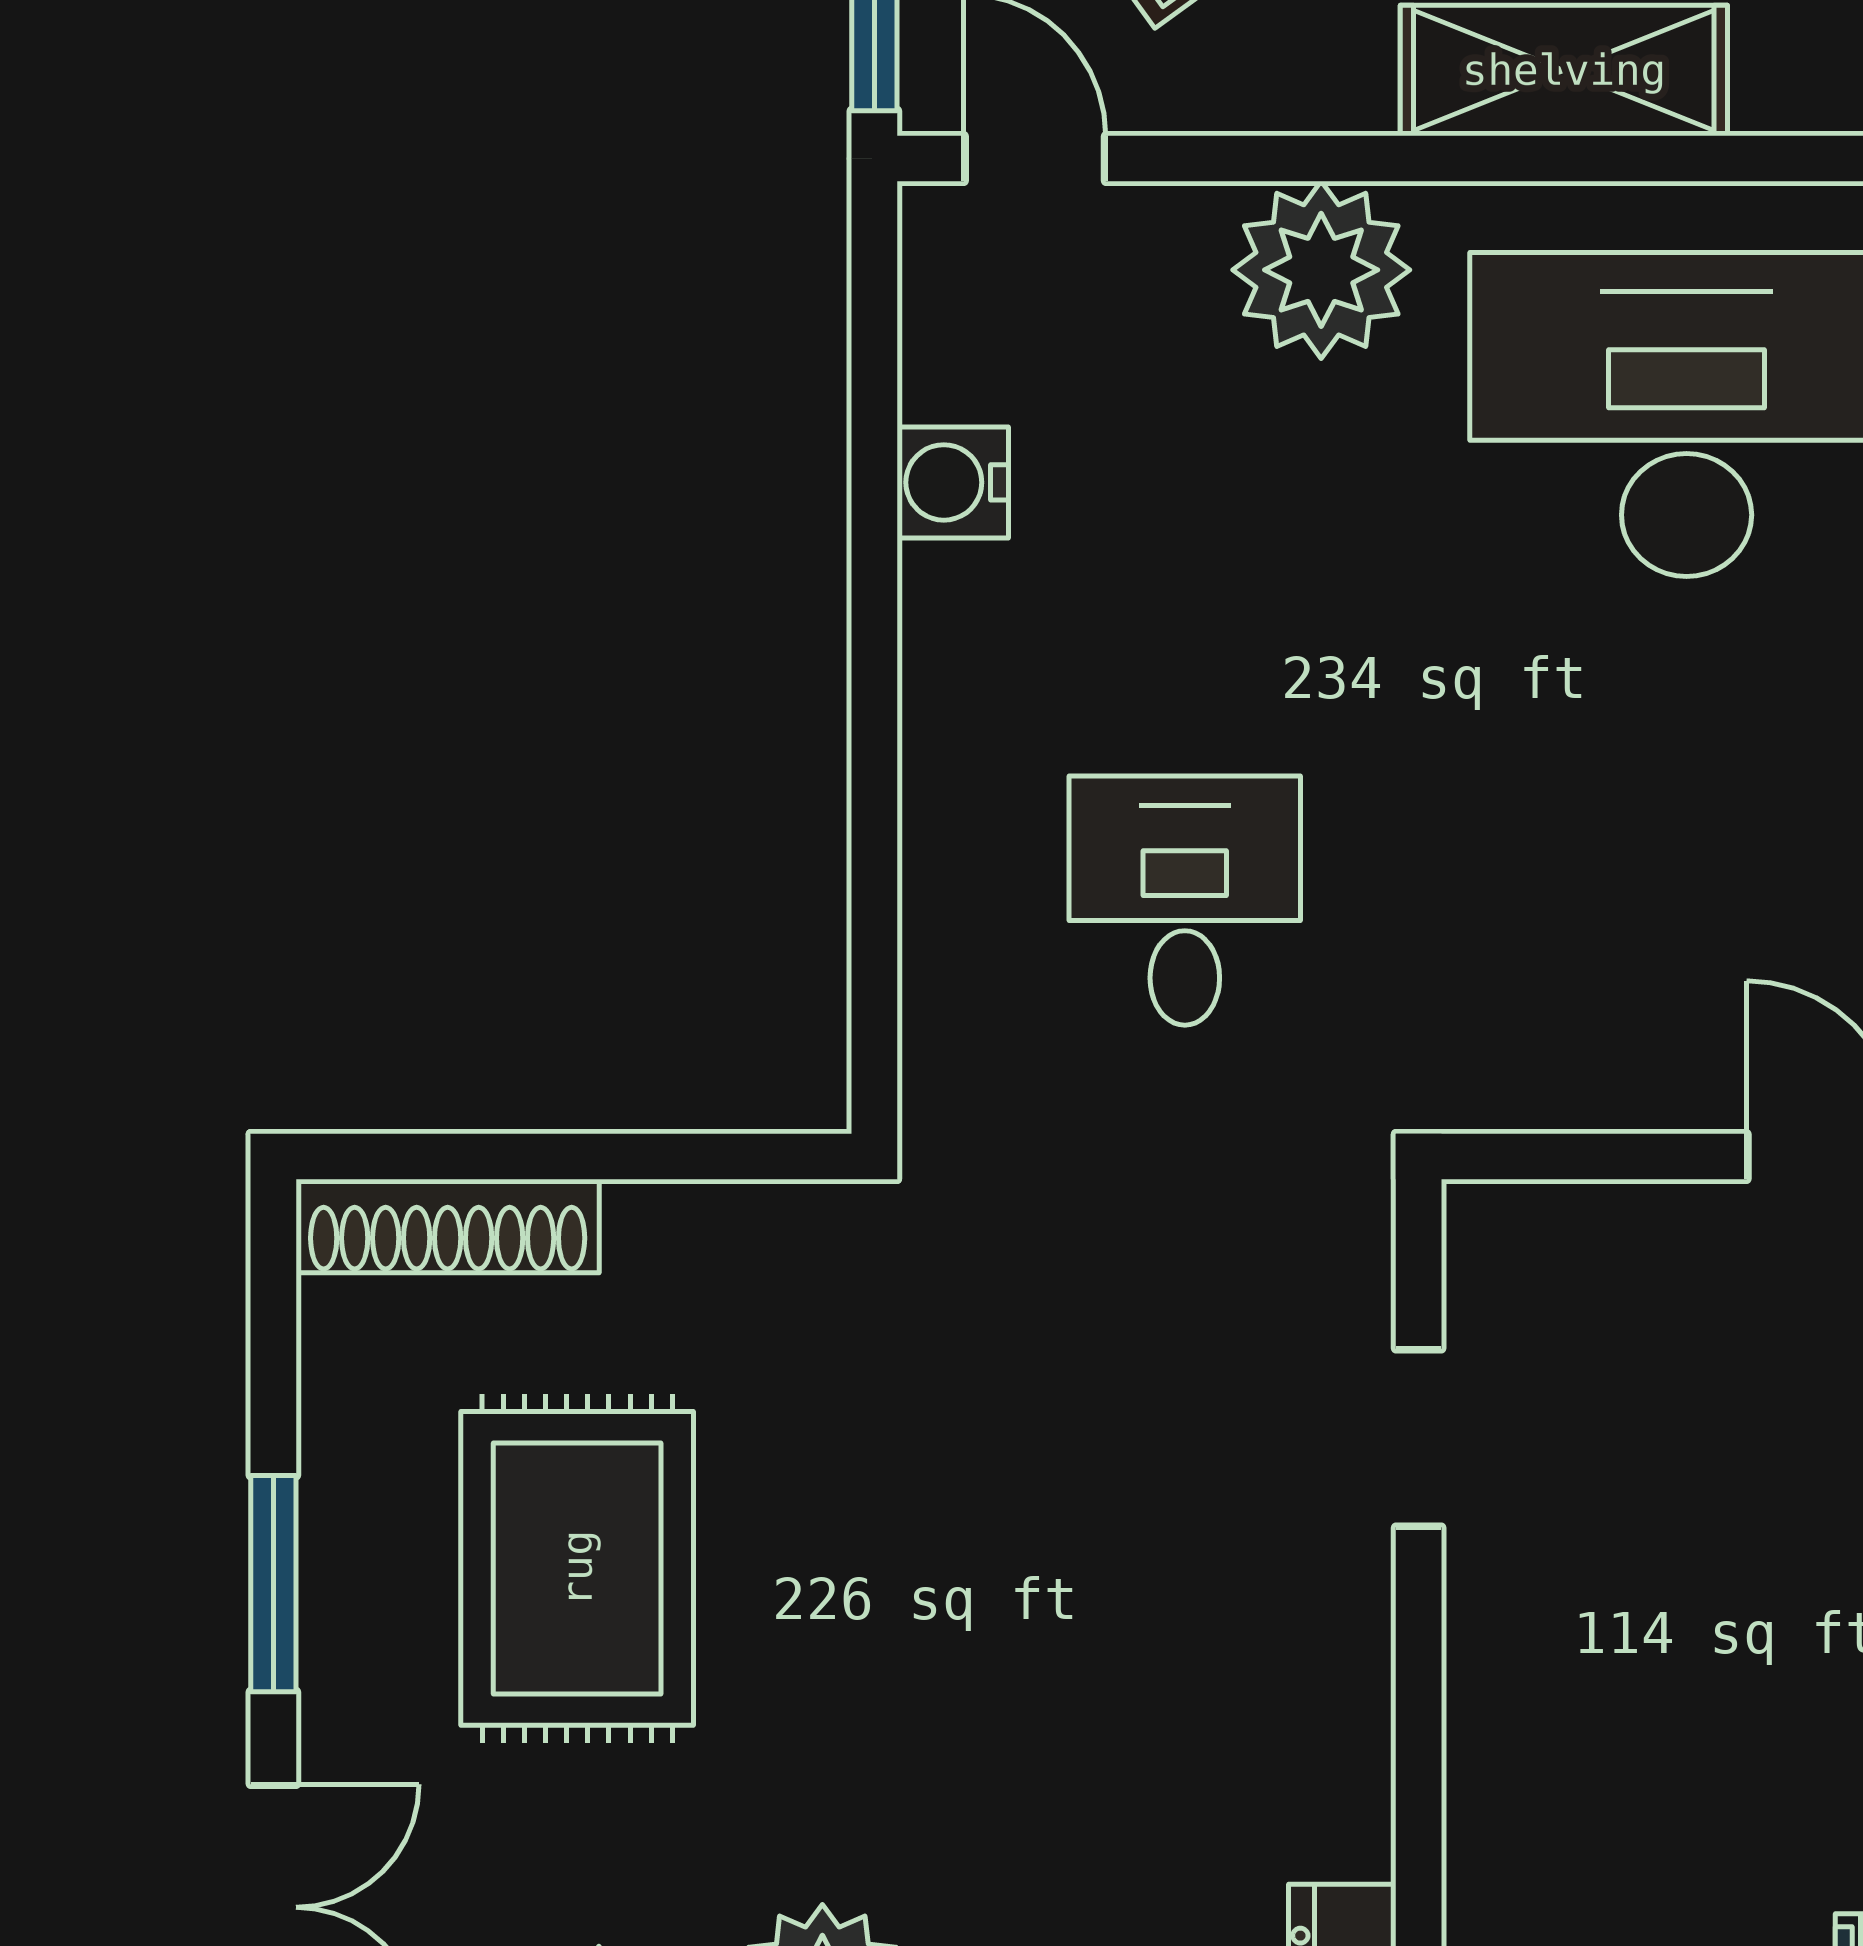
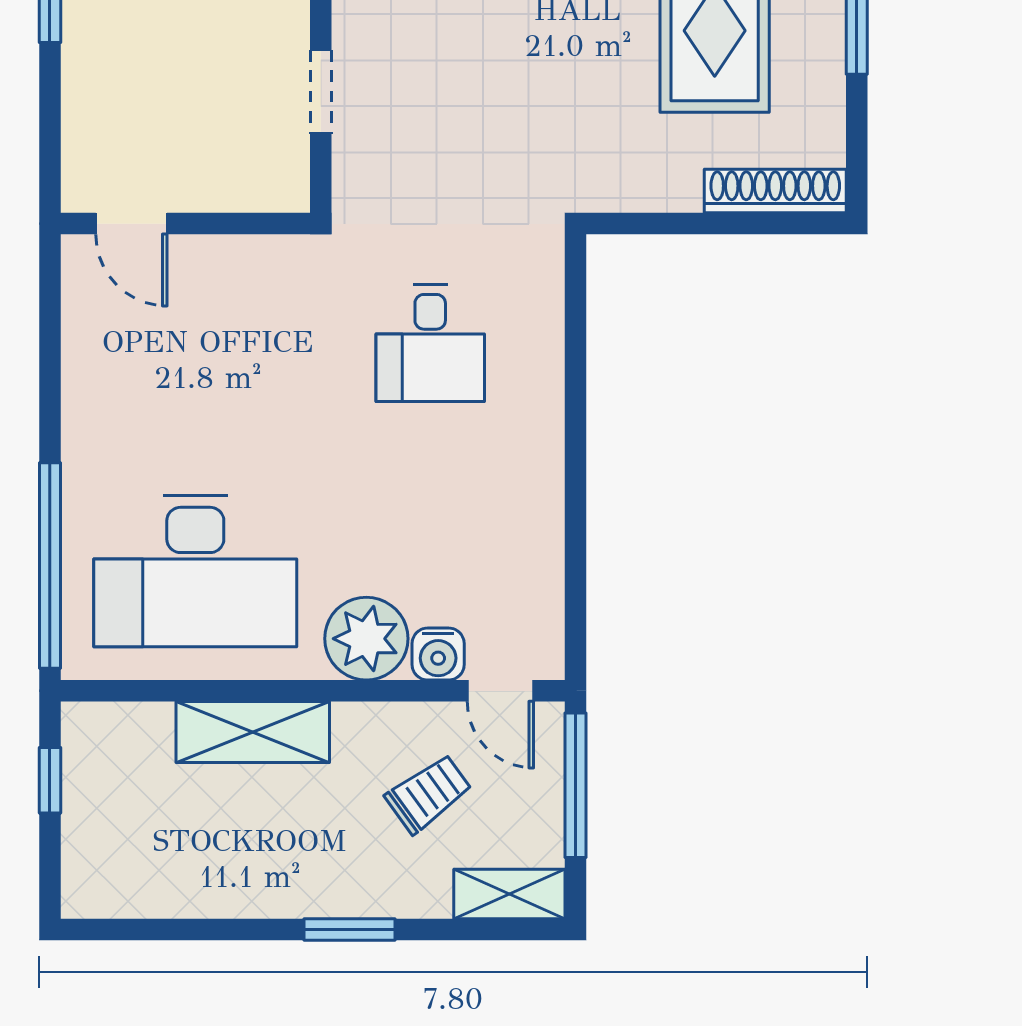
water cooler: (953, 482) -> (438, 654), moved, turned 90

